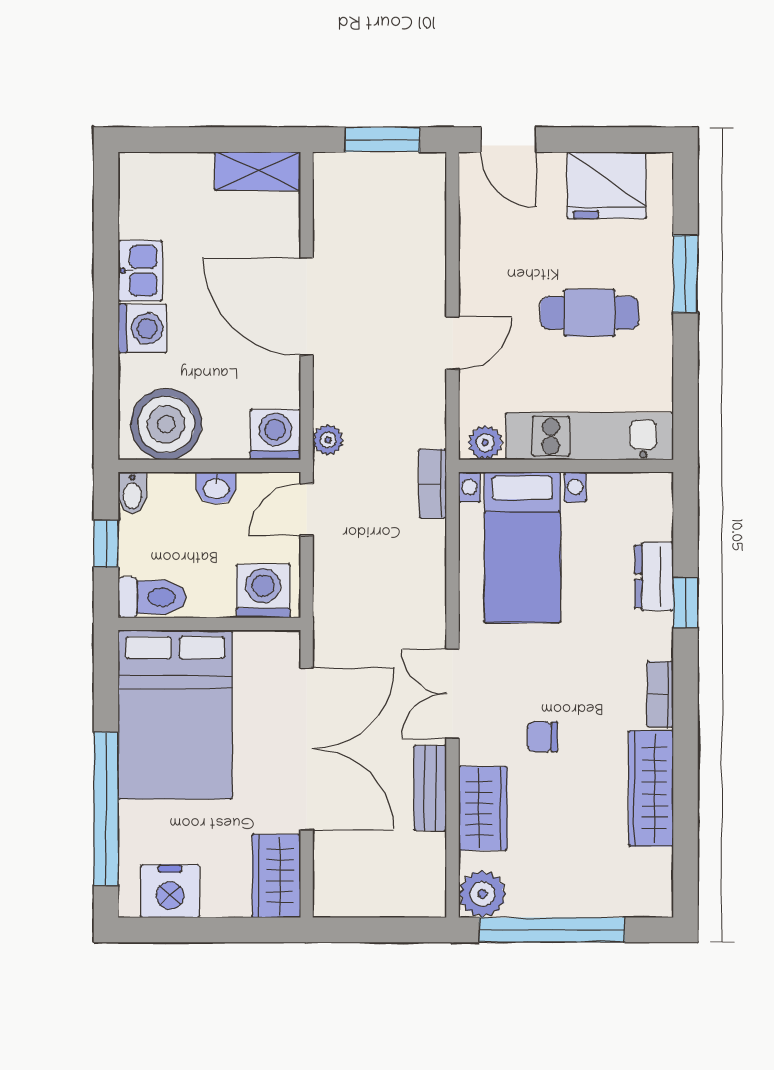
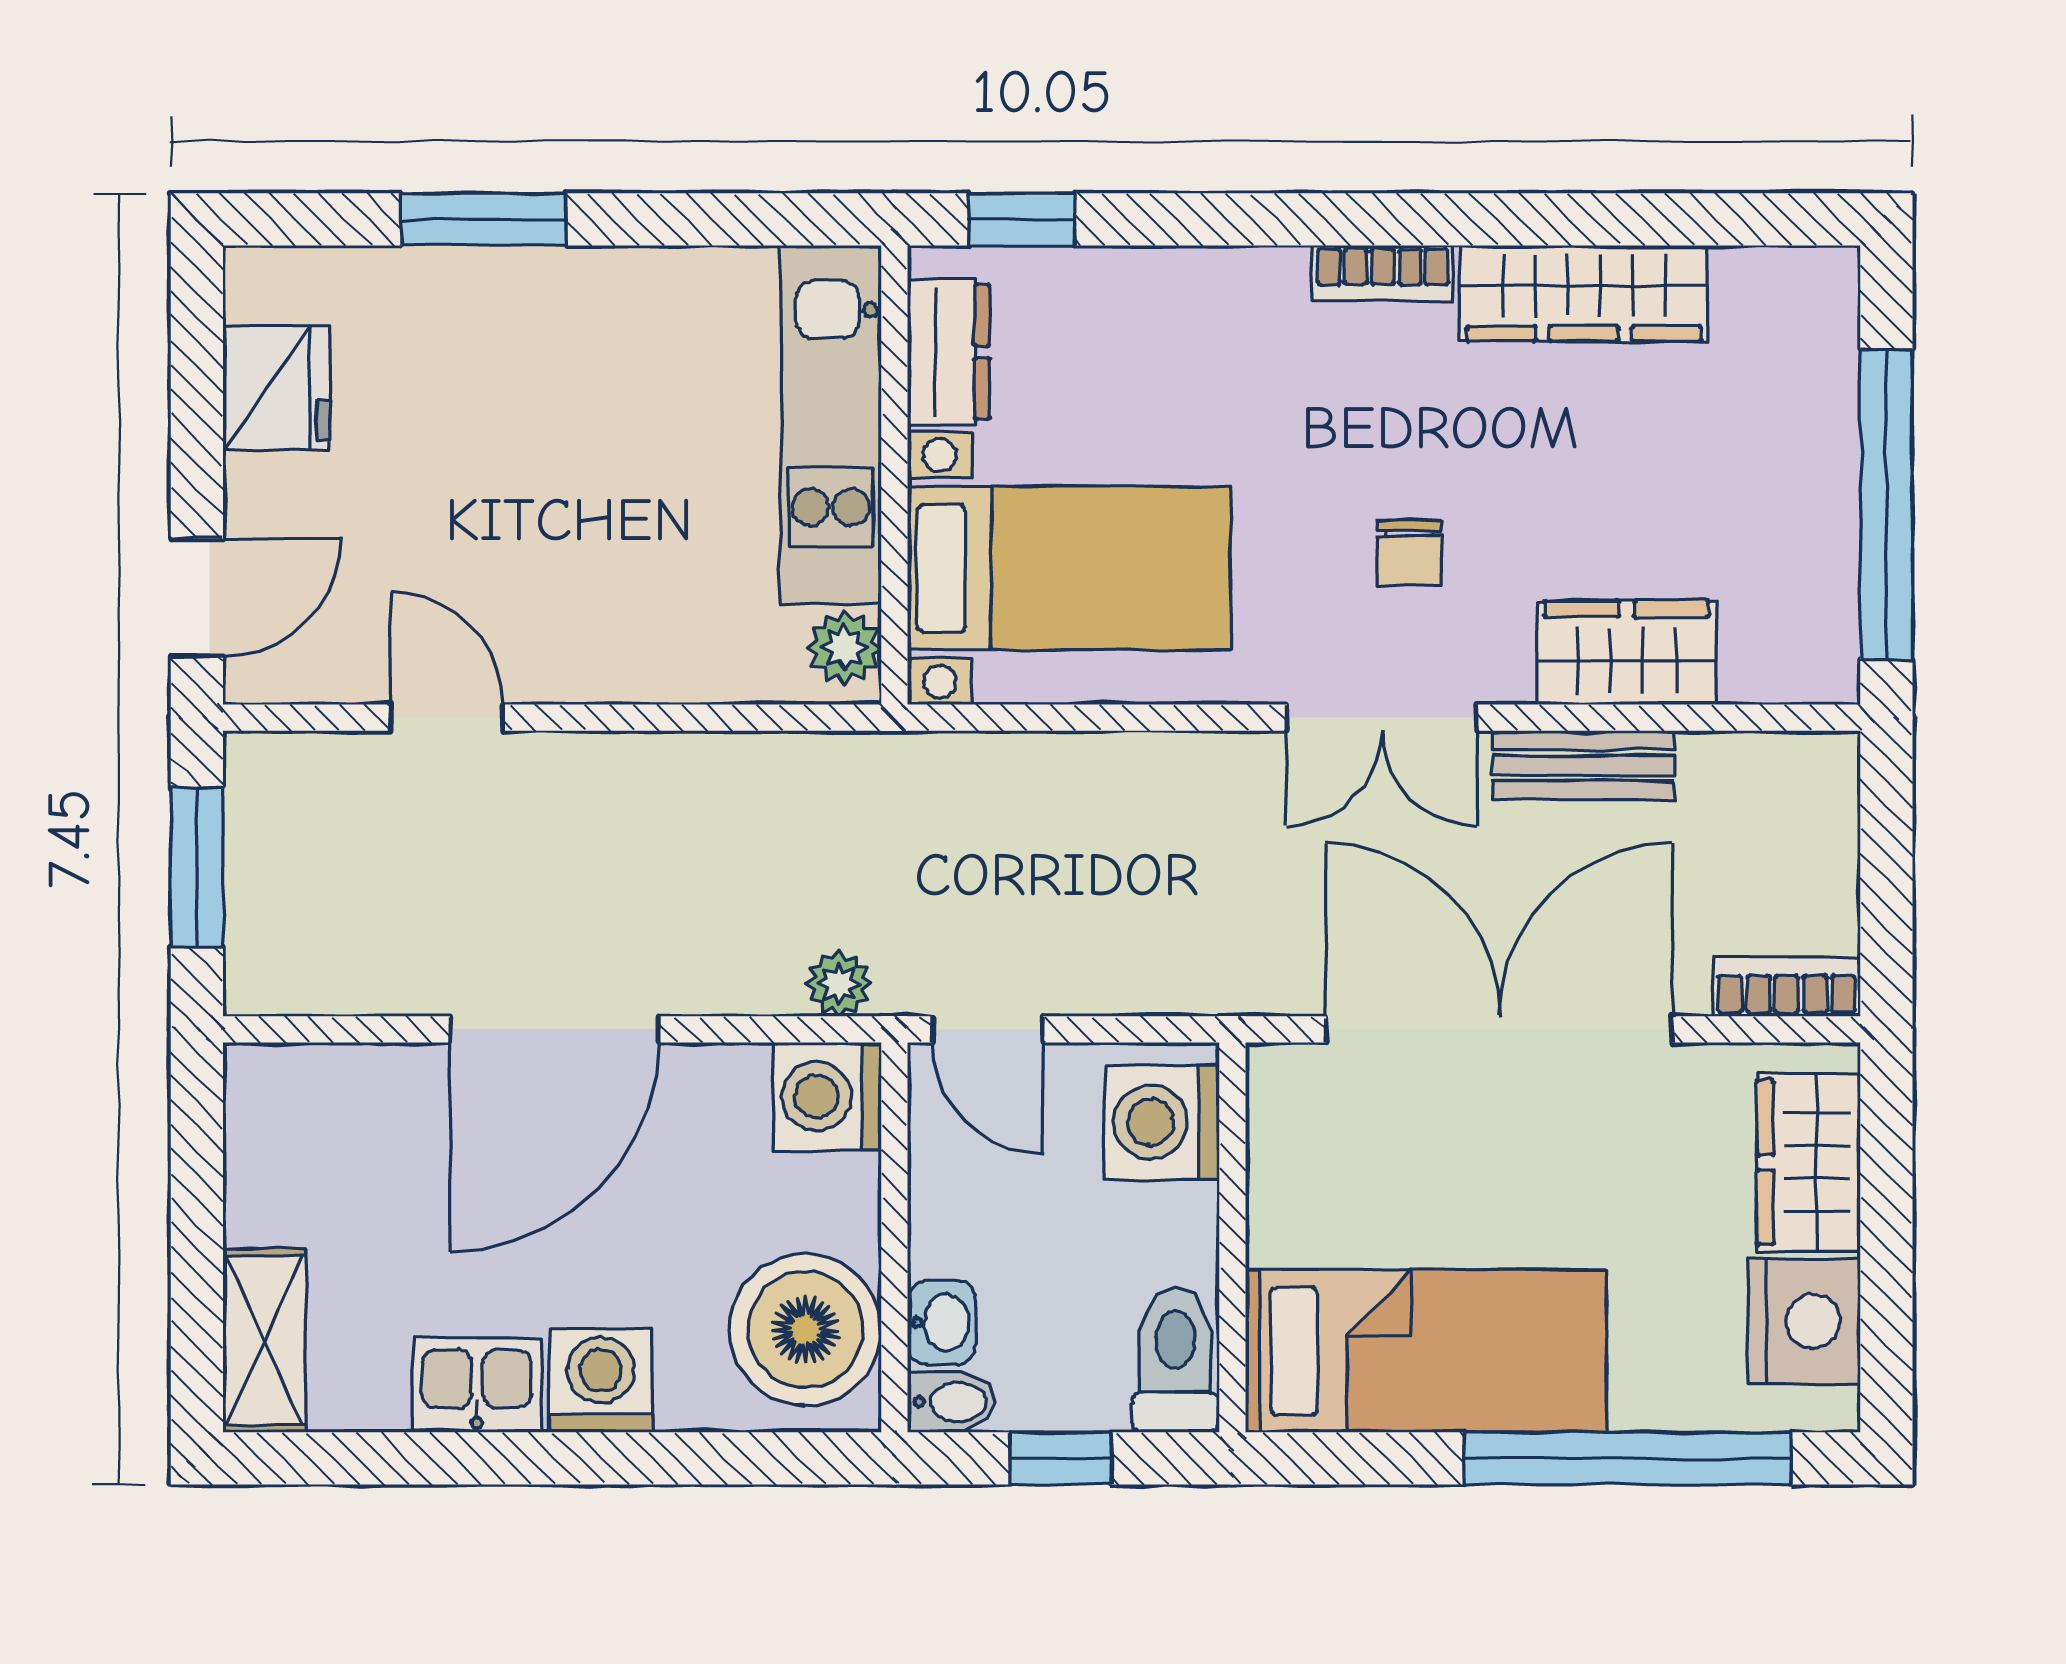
shelving: (258, 171) -> (264, 1340), moved
fridge: (607, 185) -> (276, 388), width x0.73, depth x0.75
cafe table: (590, 313) -> (567, 424), removed
door: (452, 343) -> (446, 718), moved
bookcase: (433, 484) -> (1787, 987), moved, turned 180
washbasin: (216, 488) -> (942, 1322), moved
dresser: (654, 576) -> (949, 352), moved, turned -90
window: (685, 603) -> (1021, 219), moved
bed: (175, 715) -> (1426, 1351), width x0.67
chair: (542, 737) -> (1409, 553), moved
wardrobe: (276, 876) -> (1809, 1162), moved, turned 90
plant: (482, 894) -> (1810, 654), removed

